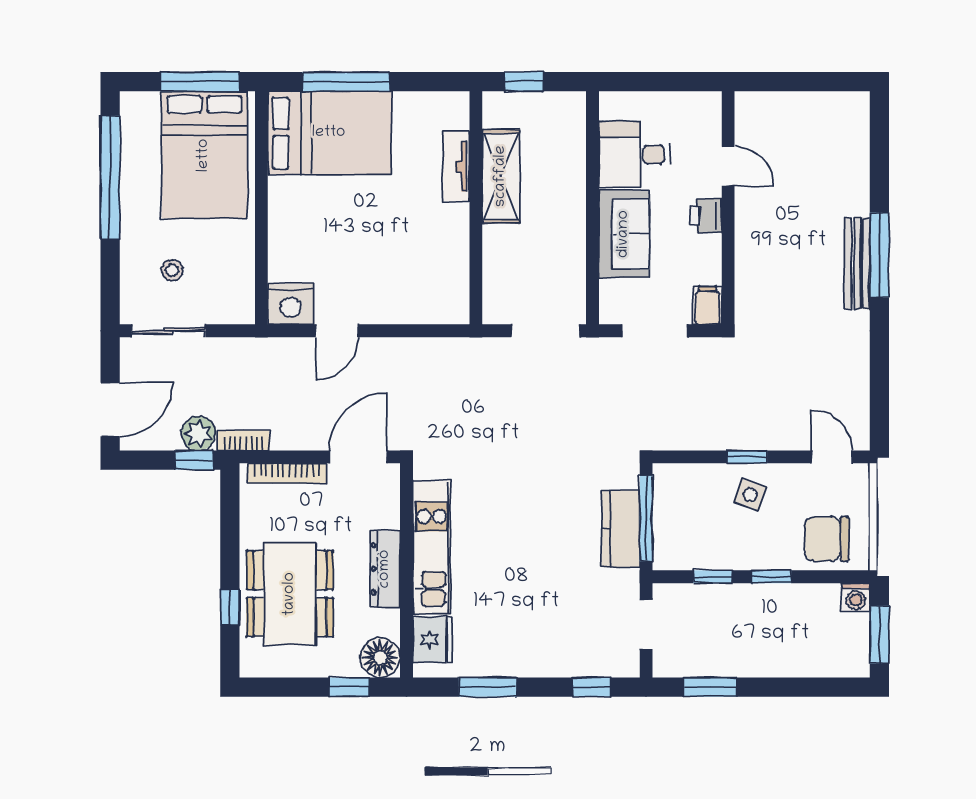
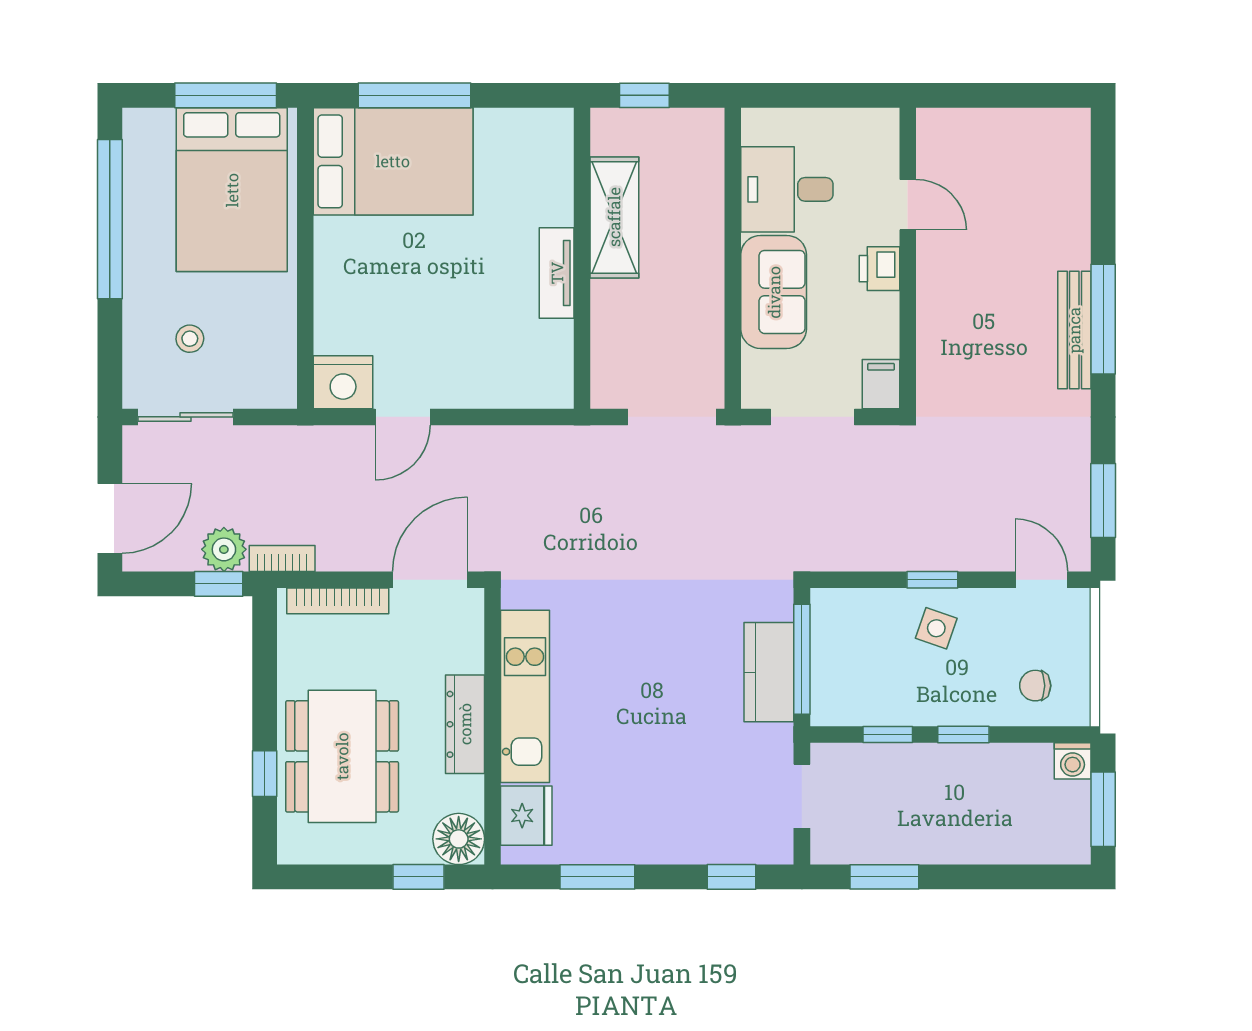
tv unit: (456, 166) -> (557, 273), moved
window: (879, 395) -> (1103, 500), added
chair: (827, 539) -> (1035, 686), width x0.54, depth x0.54

